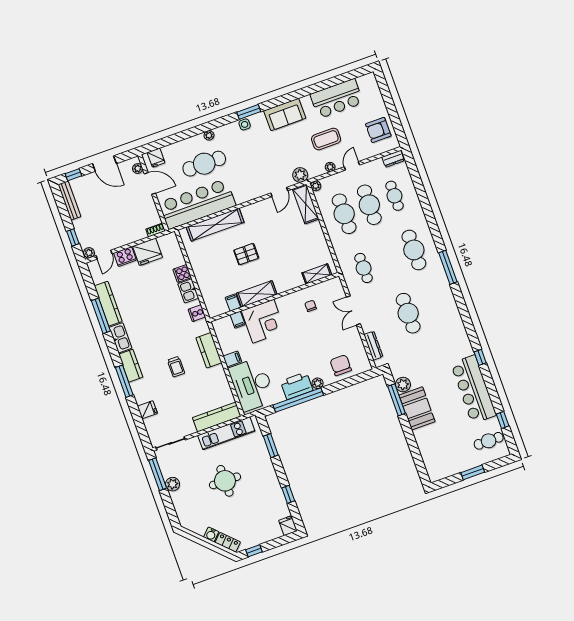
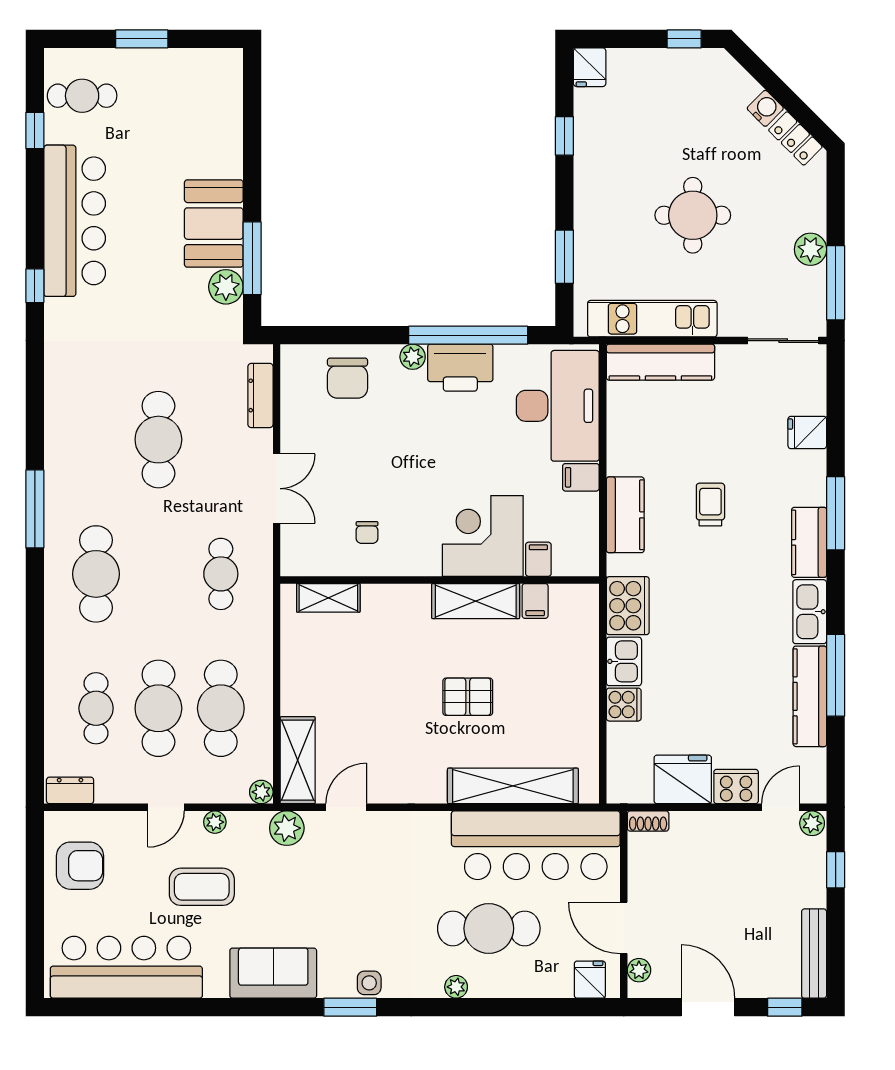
bar counter: (337, 99) -> (126, 967), width x1.36
cooker: (197, 313) -> (628, 606), width x1.87, depth x1.31
locker: (228, 542) -> (795, 138), moved

